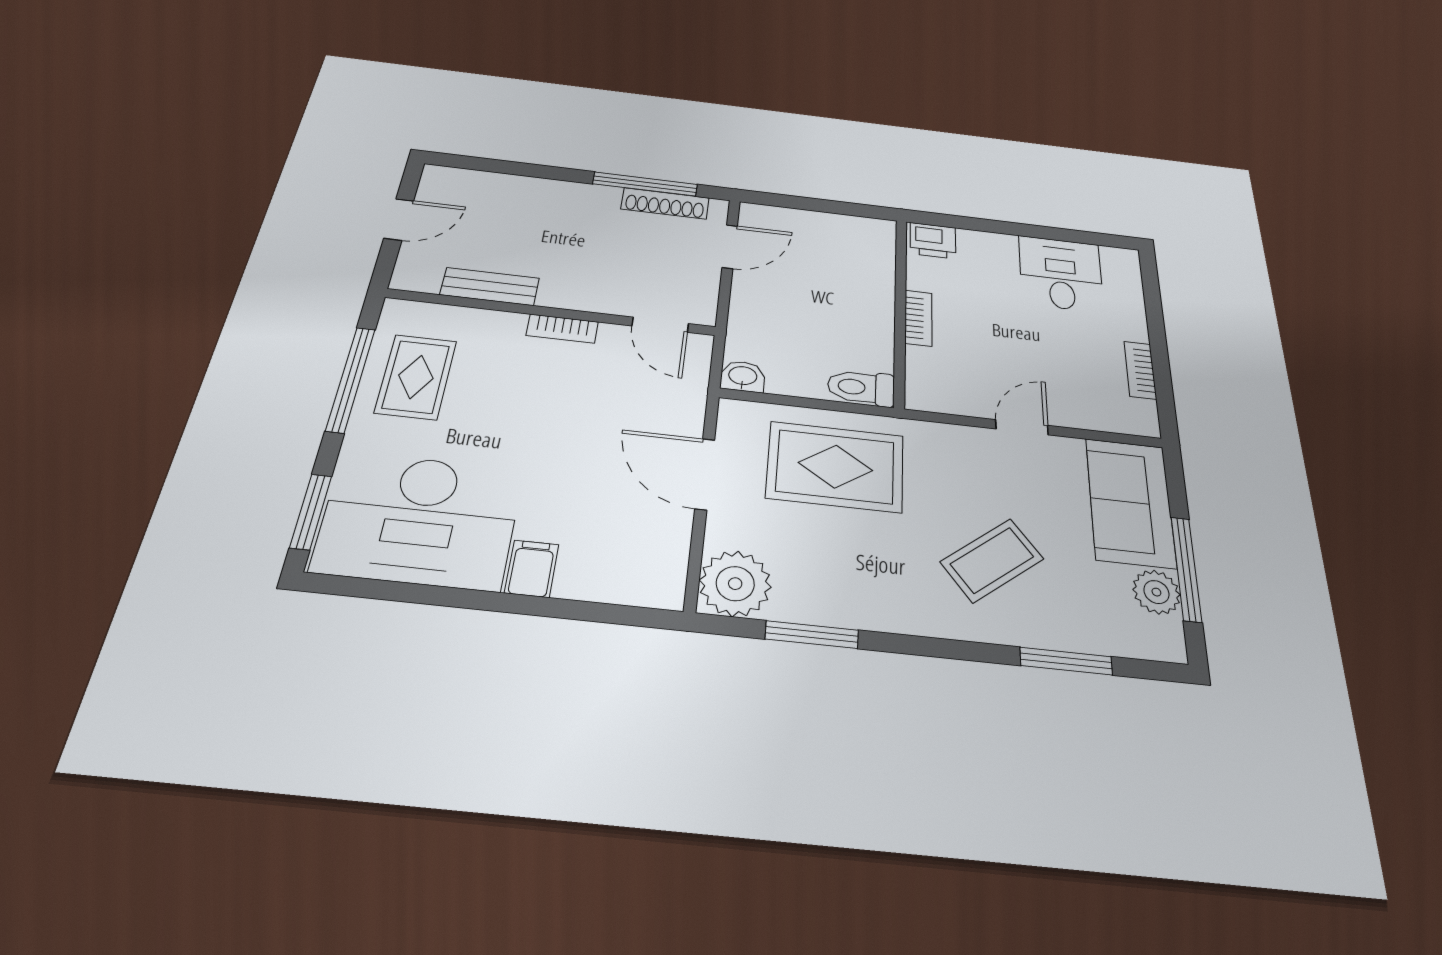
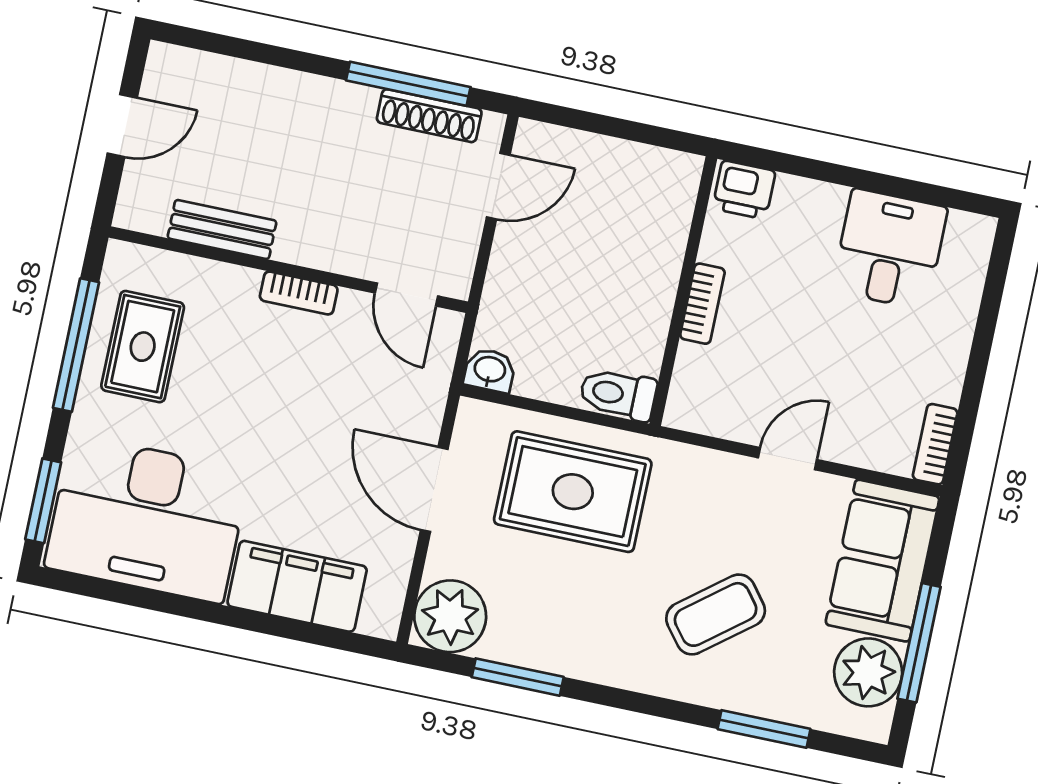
bookcase: (1140, 370) -> (935, 444), moved
filing cabinet: (532, 569) -> (297, 586), width x3.00, depth x1.17
plant: (1156, 592) -> (868, 672), width x1.36, depth x1.36

